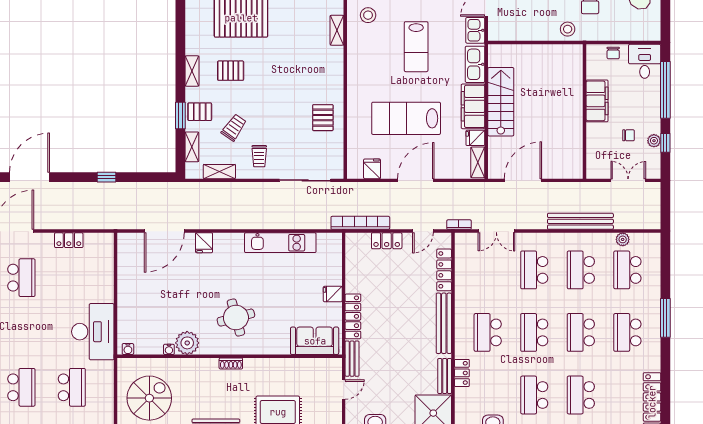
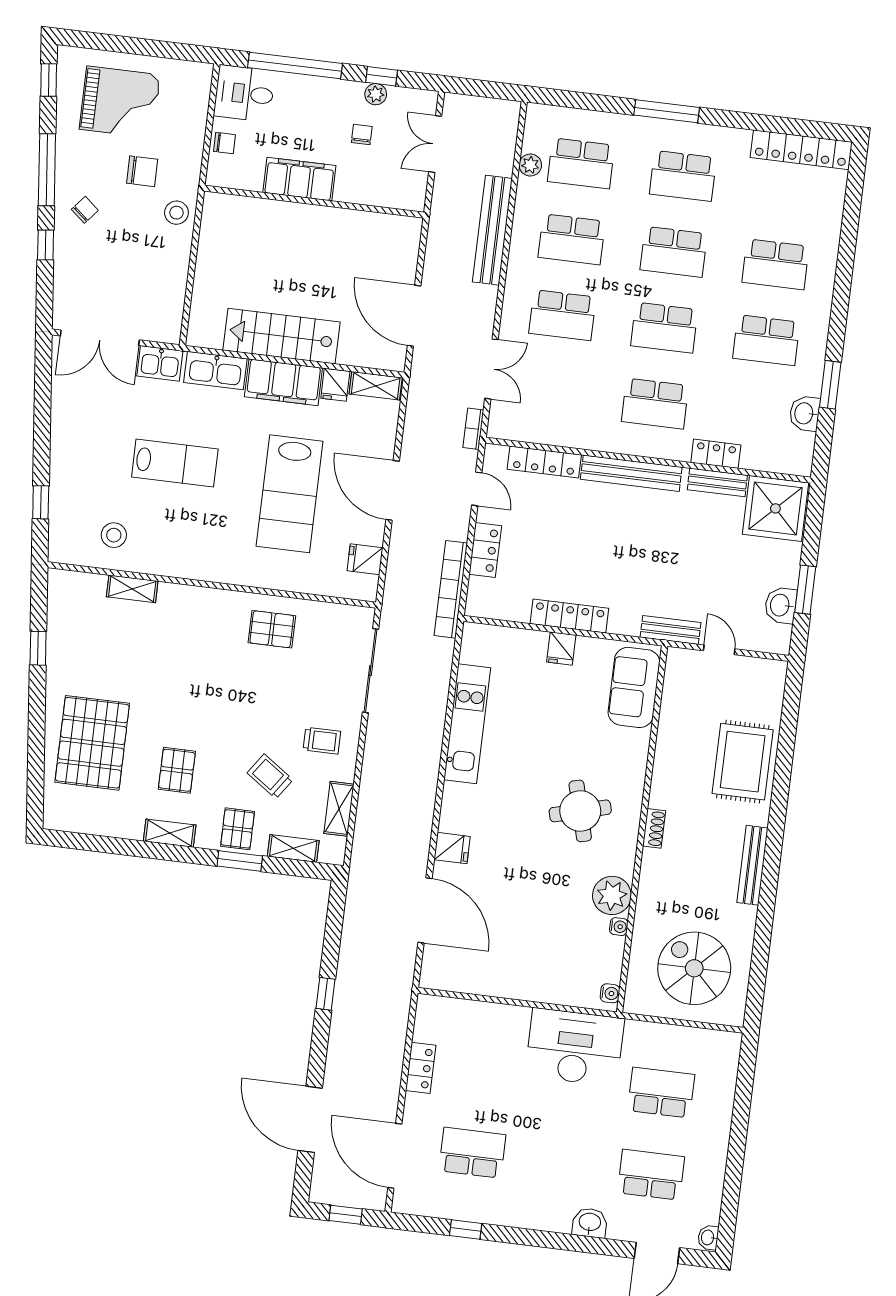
locker: (353, 316) -> (569, 616), moved

